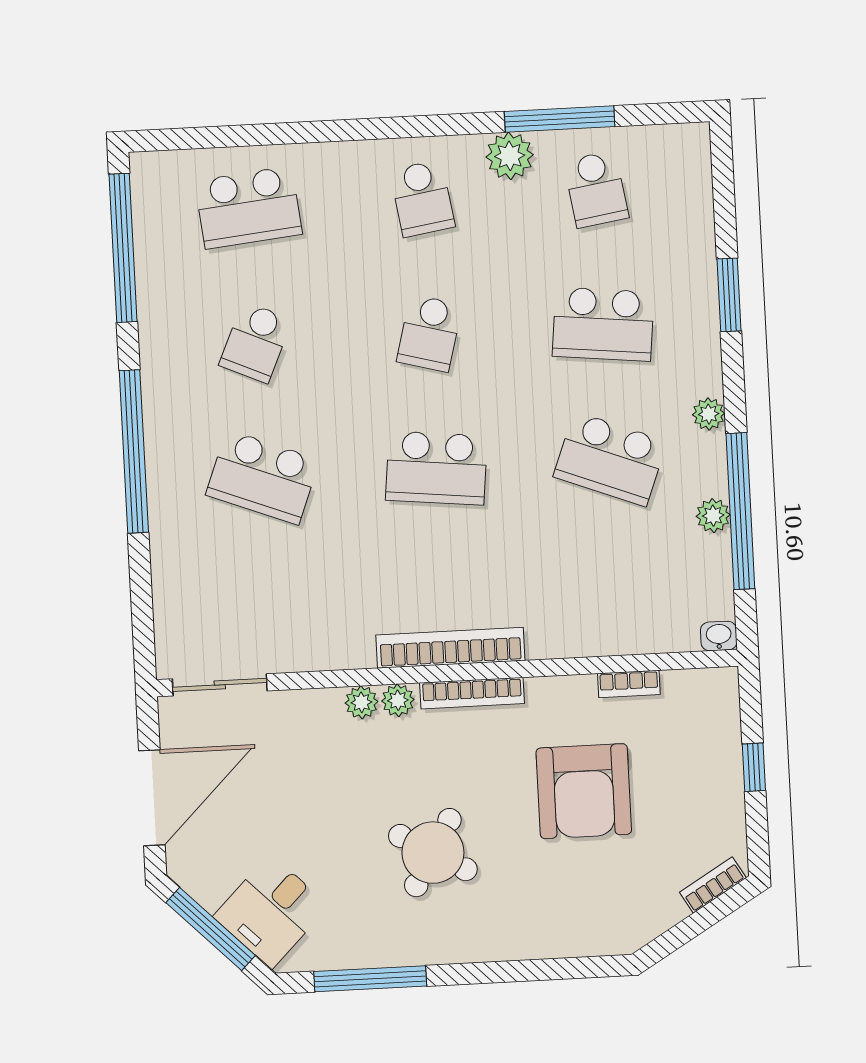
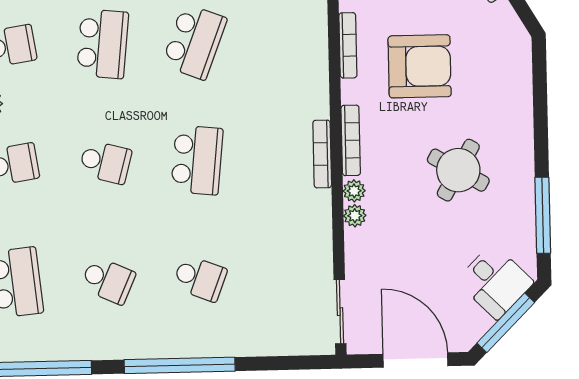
school desk: (263, 477) -> (200, 278), width x0.54
bookcase: (450, 648) -> (322, 154), width x0.68, depth x0.76
bookcase: (629, 684) -> (348, 45), width x1.56

